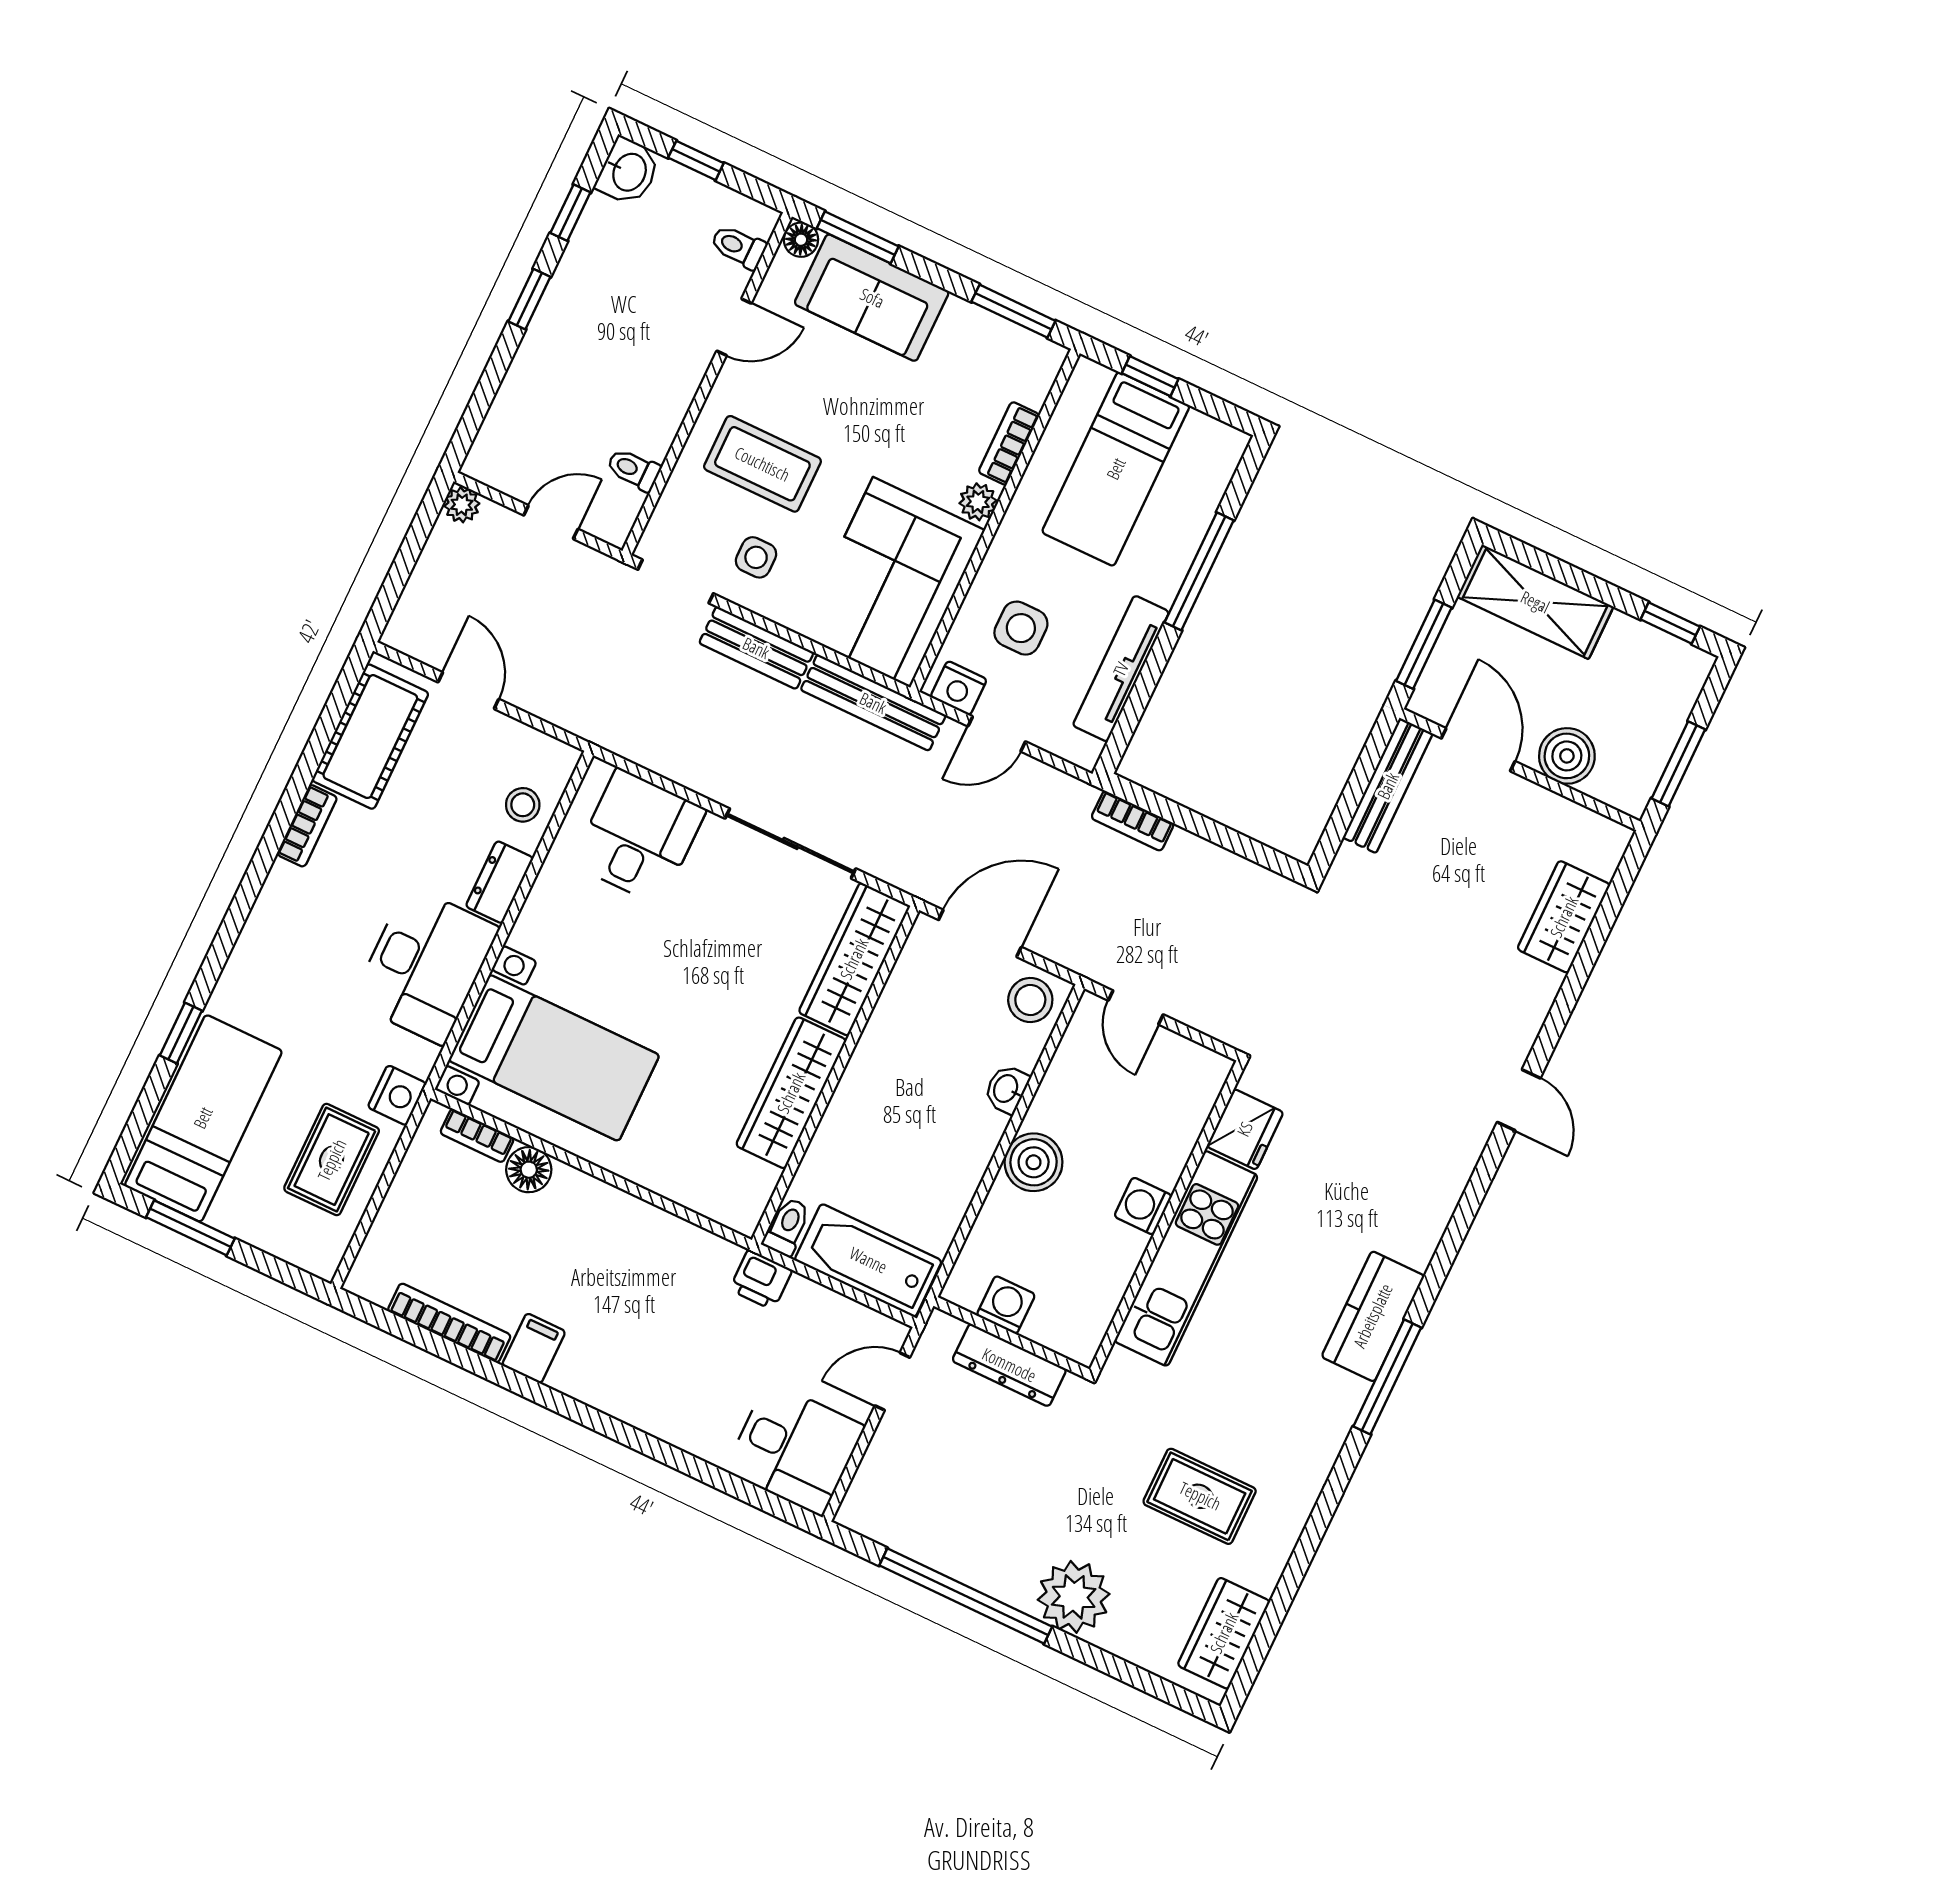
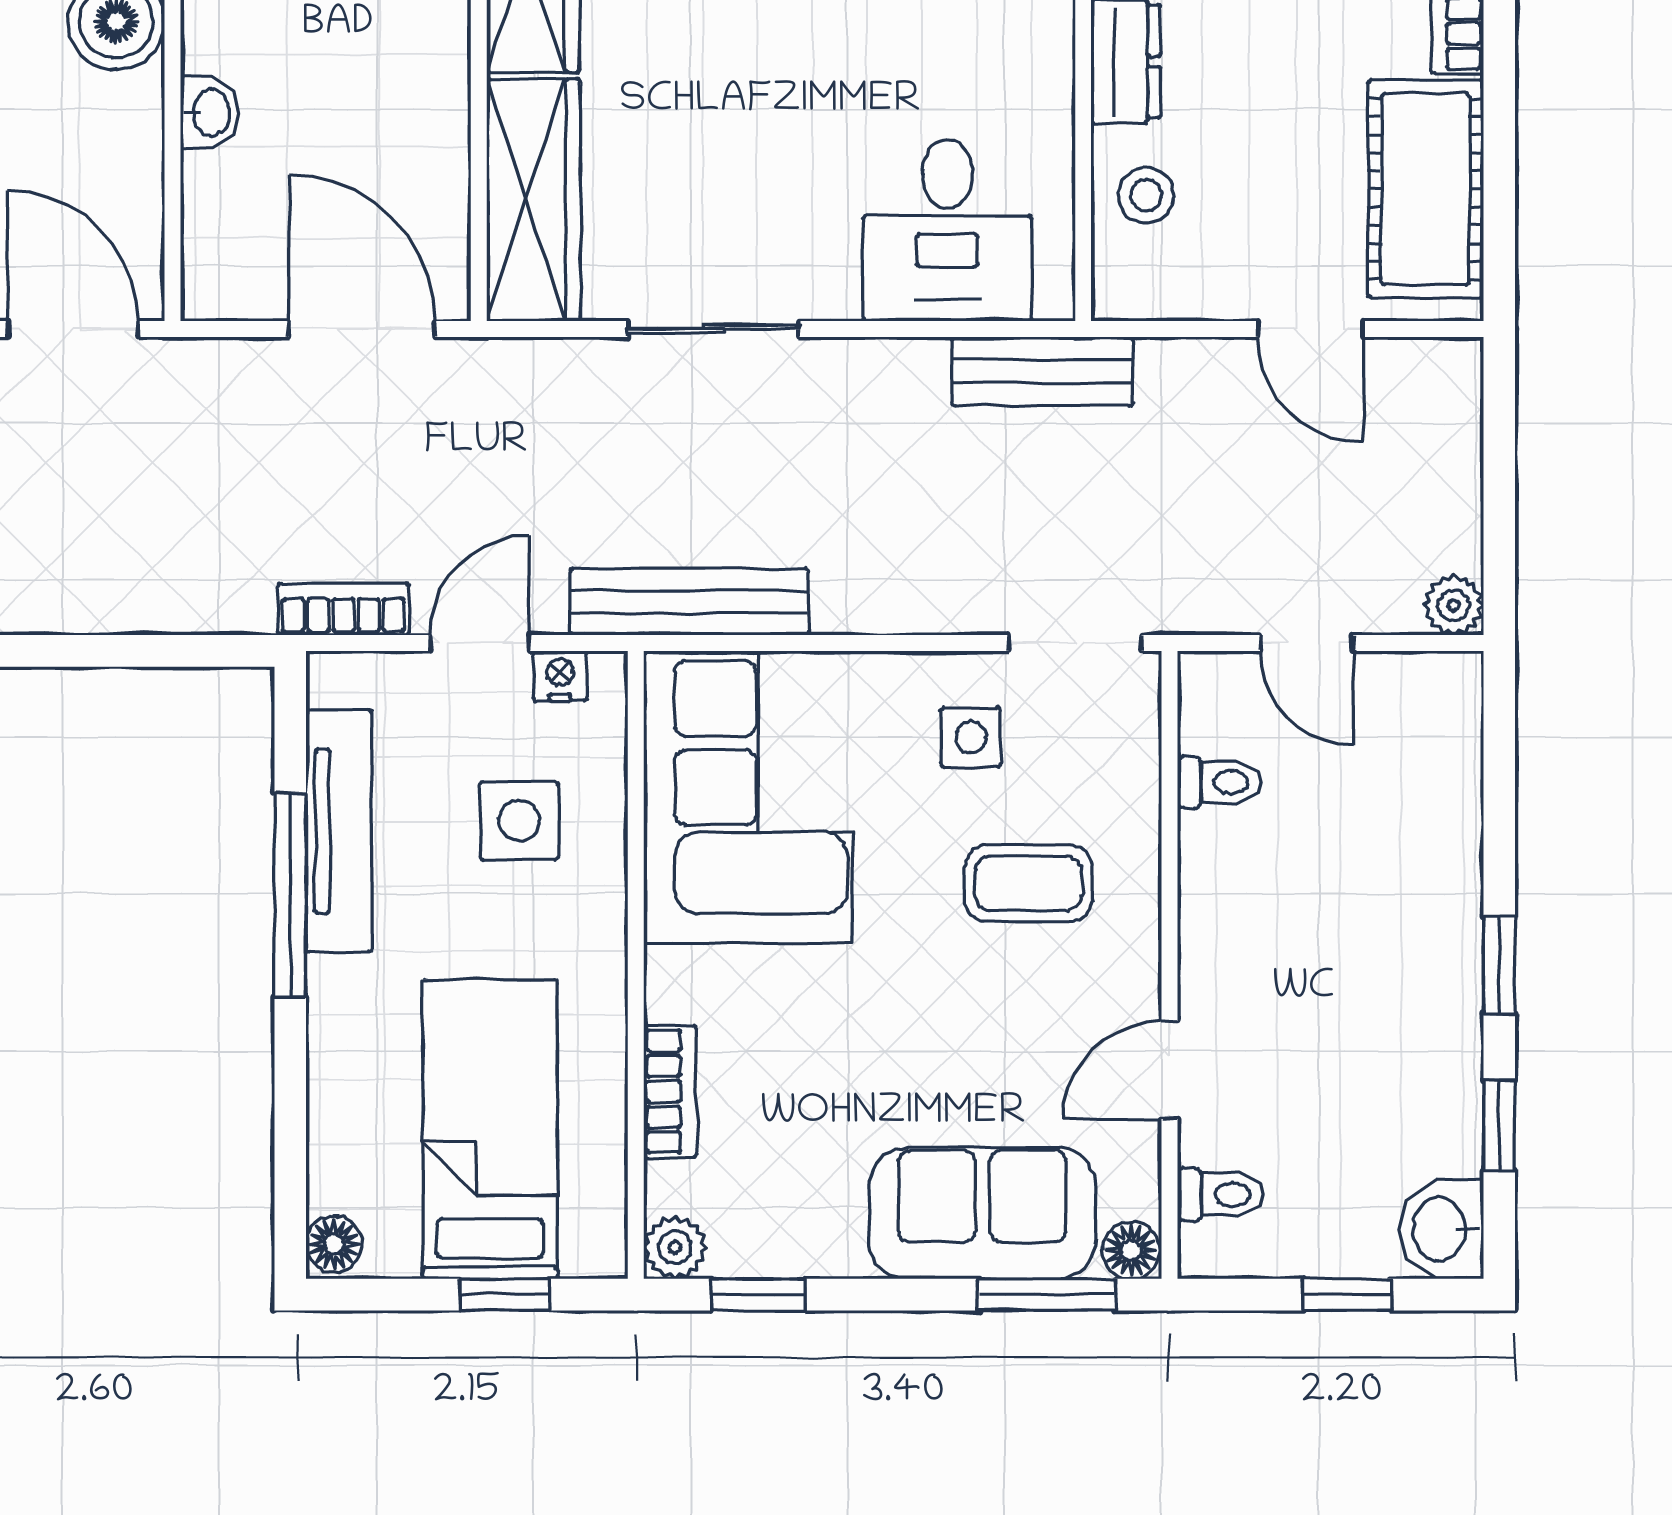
window: (1013, 311) -> (758, 1295), width x0.67
floor lamp: (1229, 447) -> (334, 1244), added
coffee table: (762, 464) -> (1028, 883), width x0.73, depth x0.77
plant: (978, 502) -> (675, 1248), moved
door: (551, 522) -> (1307, 643), hinge flipped
window: (1199, 571) -> (290, 895), moved
bench: (756, 648) -> (1043, 371), moved
nightstand: (959, 688) -> (560, 676), width x0.72, depth x0.74
bookcase: (1133, 821) -> (343, 609), moved
sliding door: (790, 843) -> (713, 329), width x0.73
door: (980, 933) -> (362, 329), swing flipped
stool: (1030, 1000) -> (238, 265), removed
door: (1136, 1007) -> (73, 329), width x1.38

